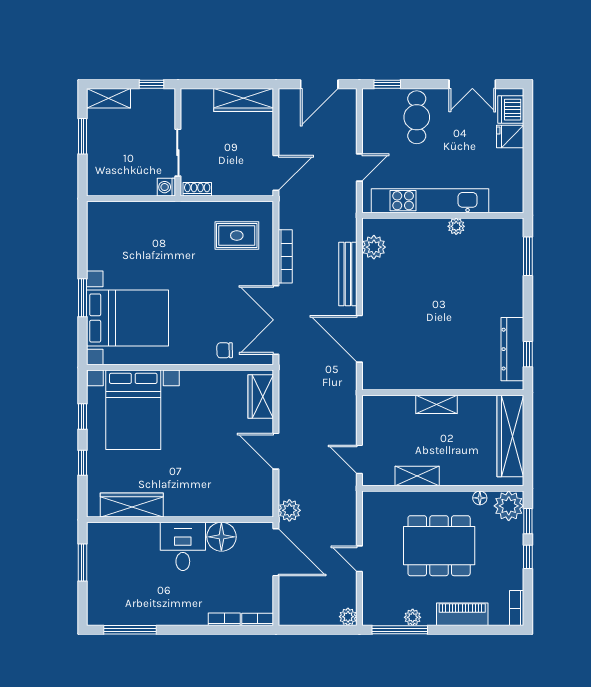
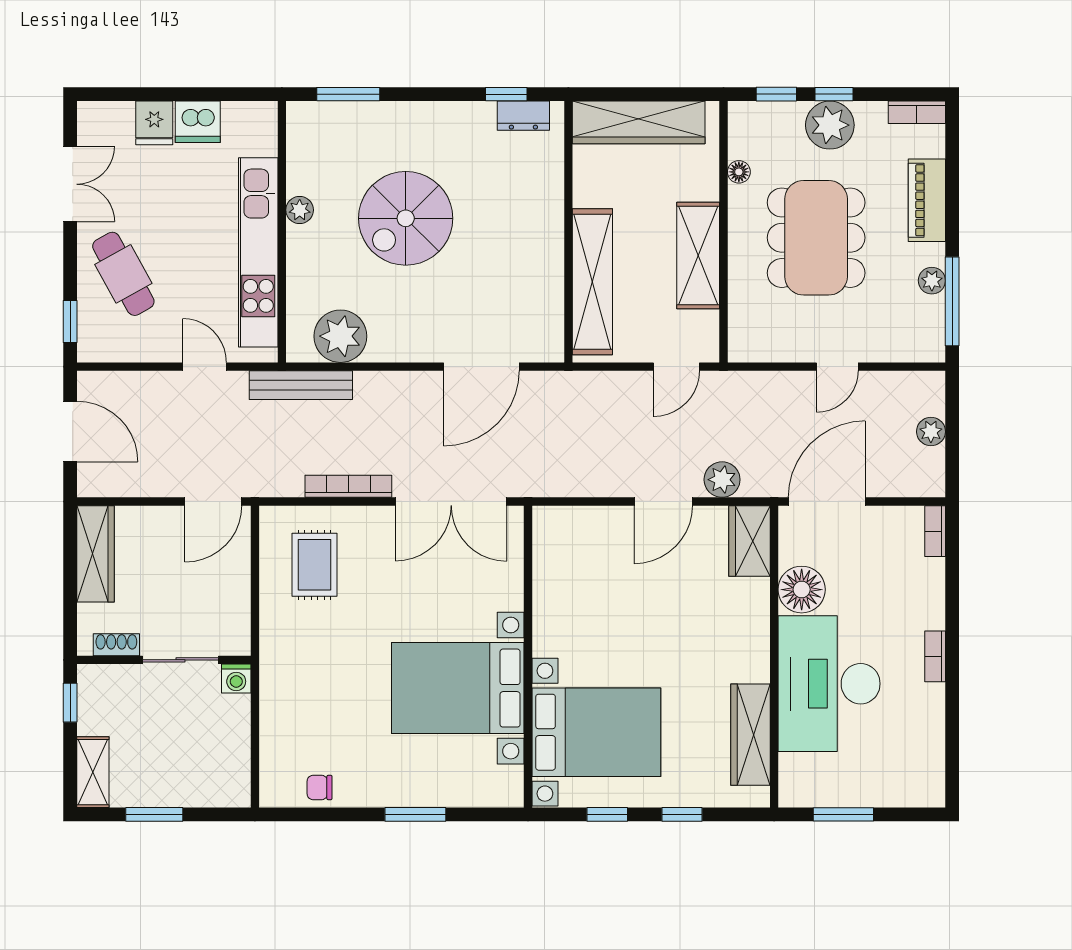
dishwasher: (511, 110) -> (198, 122), moved
cafe table: (417, 117) -> (123, 274), turned 61
door: (276, 173) -> (213, 501), swing flipped
shoe rack: (197, 189) -> (116, 645), moved, turned 90
plant: (374, 247) -> (340, 336), width x1.36, depth x1.36
bench: (348, 274) -> (301, 385), moved
spiral stairs: (451, 292) -> (406, 218), added
bed with nightstands: (127, 318) -> (458, 688), moved, turned -90
dresser: (512, 349) -> (523, 116), width x0.51, depth x0.80
chair: (225, 350) -> (320, 787), moved, turned 91
wardrobe: (261, 396) -> (749, 541), moved, turned 90
shelving: (437, 404) -> (592, 282), width x2.20, depth x1.33
shelving: (417, 476) -> (698, 255), width x1.50, depth x1.33
plant: (509, 506) -> (830, 125), moved
plant: (289, 510) -> (722, 480), moved
desk: (183, 546) -> (829, 684), width x1.87, depth x1.30
plant: (348, 617) -> (931, 432), moved
bookcase: (224, 619) -> (935, 656), moved
window: (130, 630) -> (952, 737), removed

